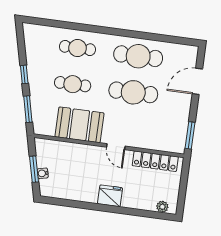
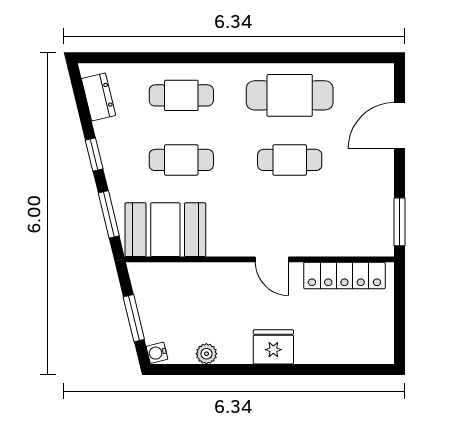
dresser: (31, 43) -> (99, 97), added
cafe table: (133, 92) -> (290, 160), width x0.73, depth x0.74
booth: (80, 125) -> (165, 230), moved
water cooler: (43, 173) -> (157, 353), moved
plant: (162, 207) -> (206, 354), moved

